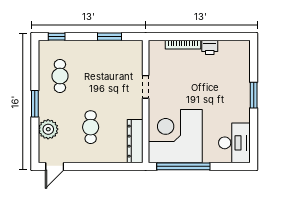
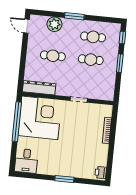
window: (109, 37) -> (120, 63), moved
printer: (210, 47) -> (101, 173), moved
cafe table: (91, 76) -> (91, 60), added
desk: (234, 143) -> (26, 161), width x0.73

